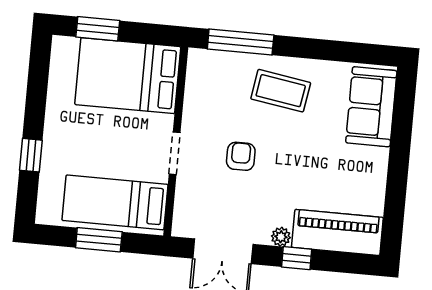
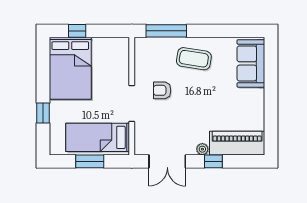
window: (98, 29) -> (77, 31), width x0.67
bed: (128, 76) -> (70, 68), moved, turned -90
doorway: (175, 153) -> (132, 103), width x1.38
armchair: (241, 156) -> (162, 90), moved, turned -90

